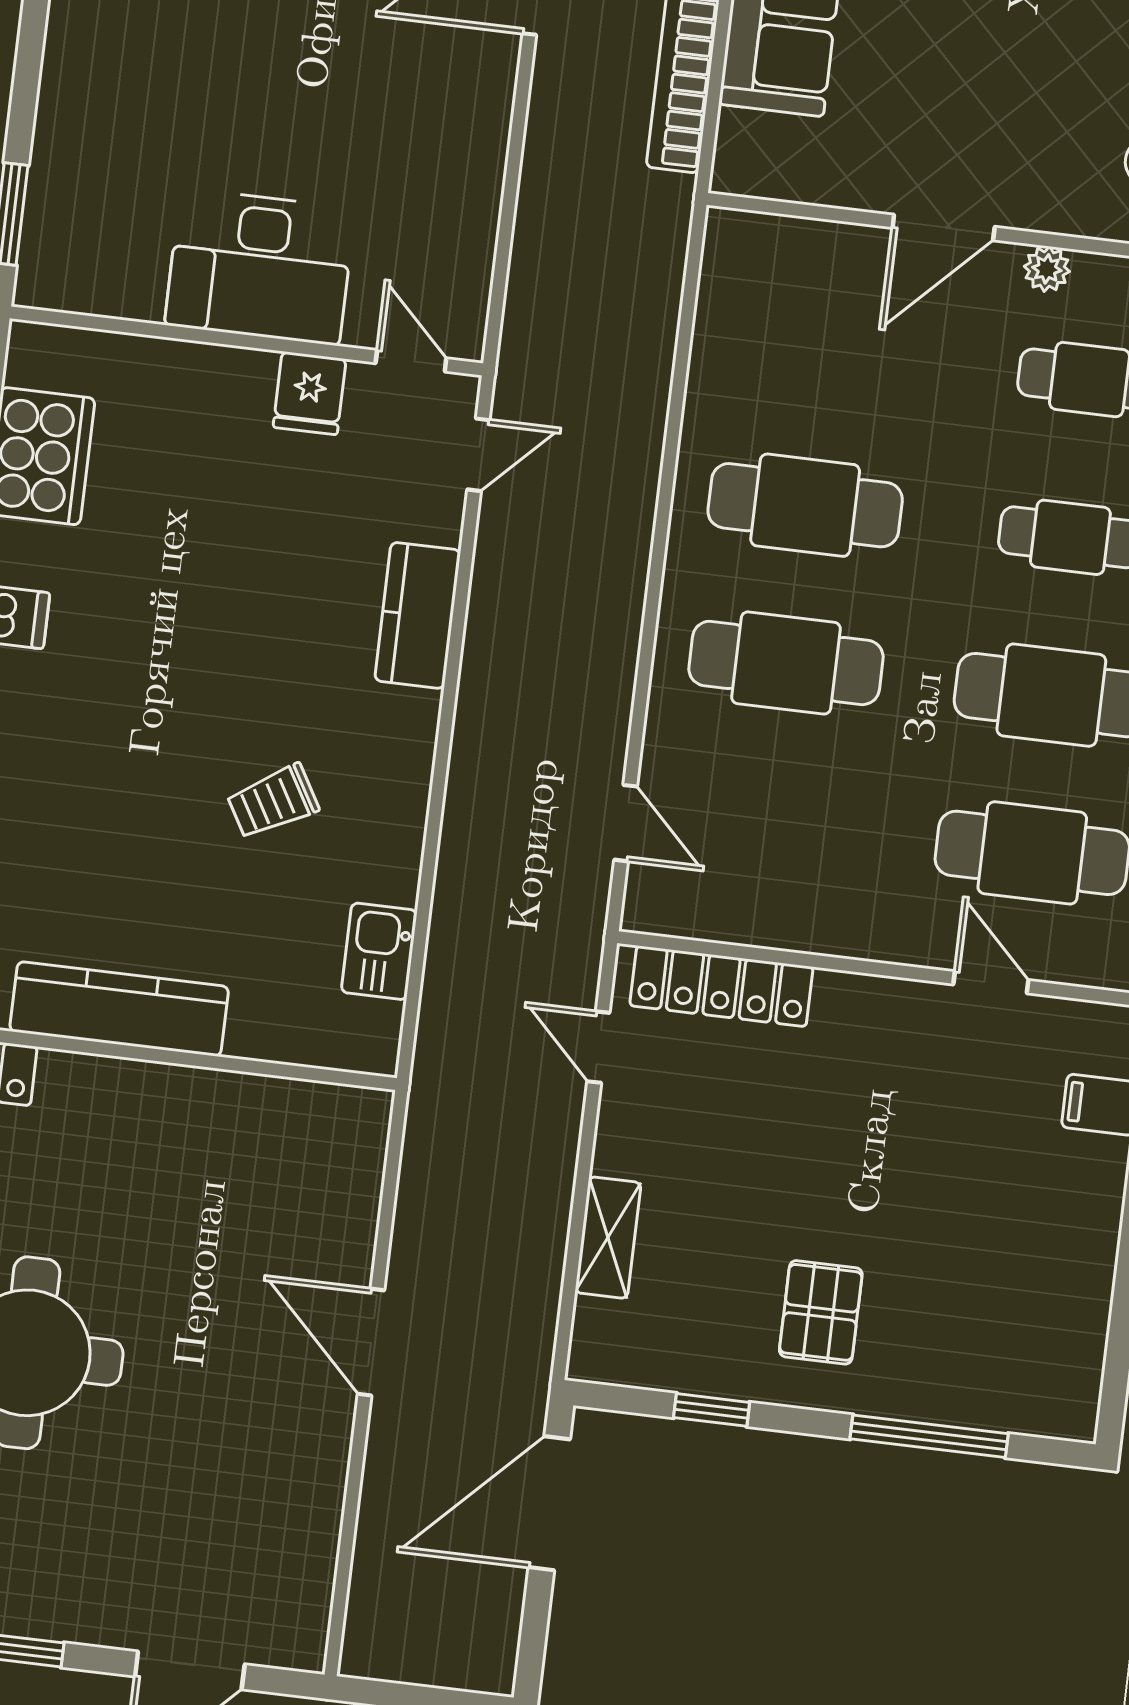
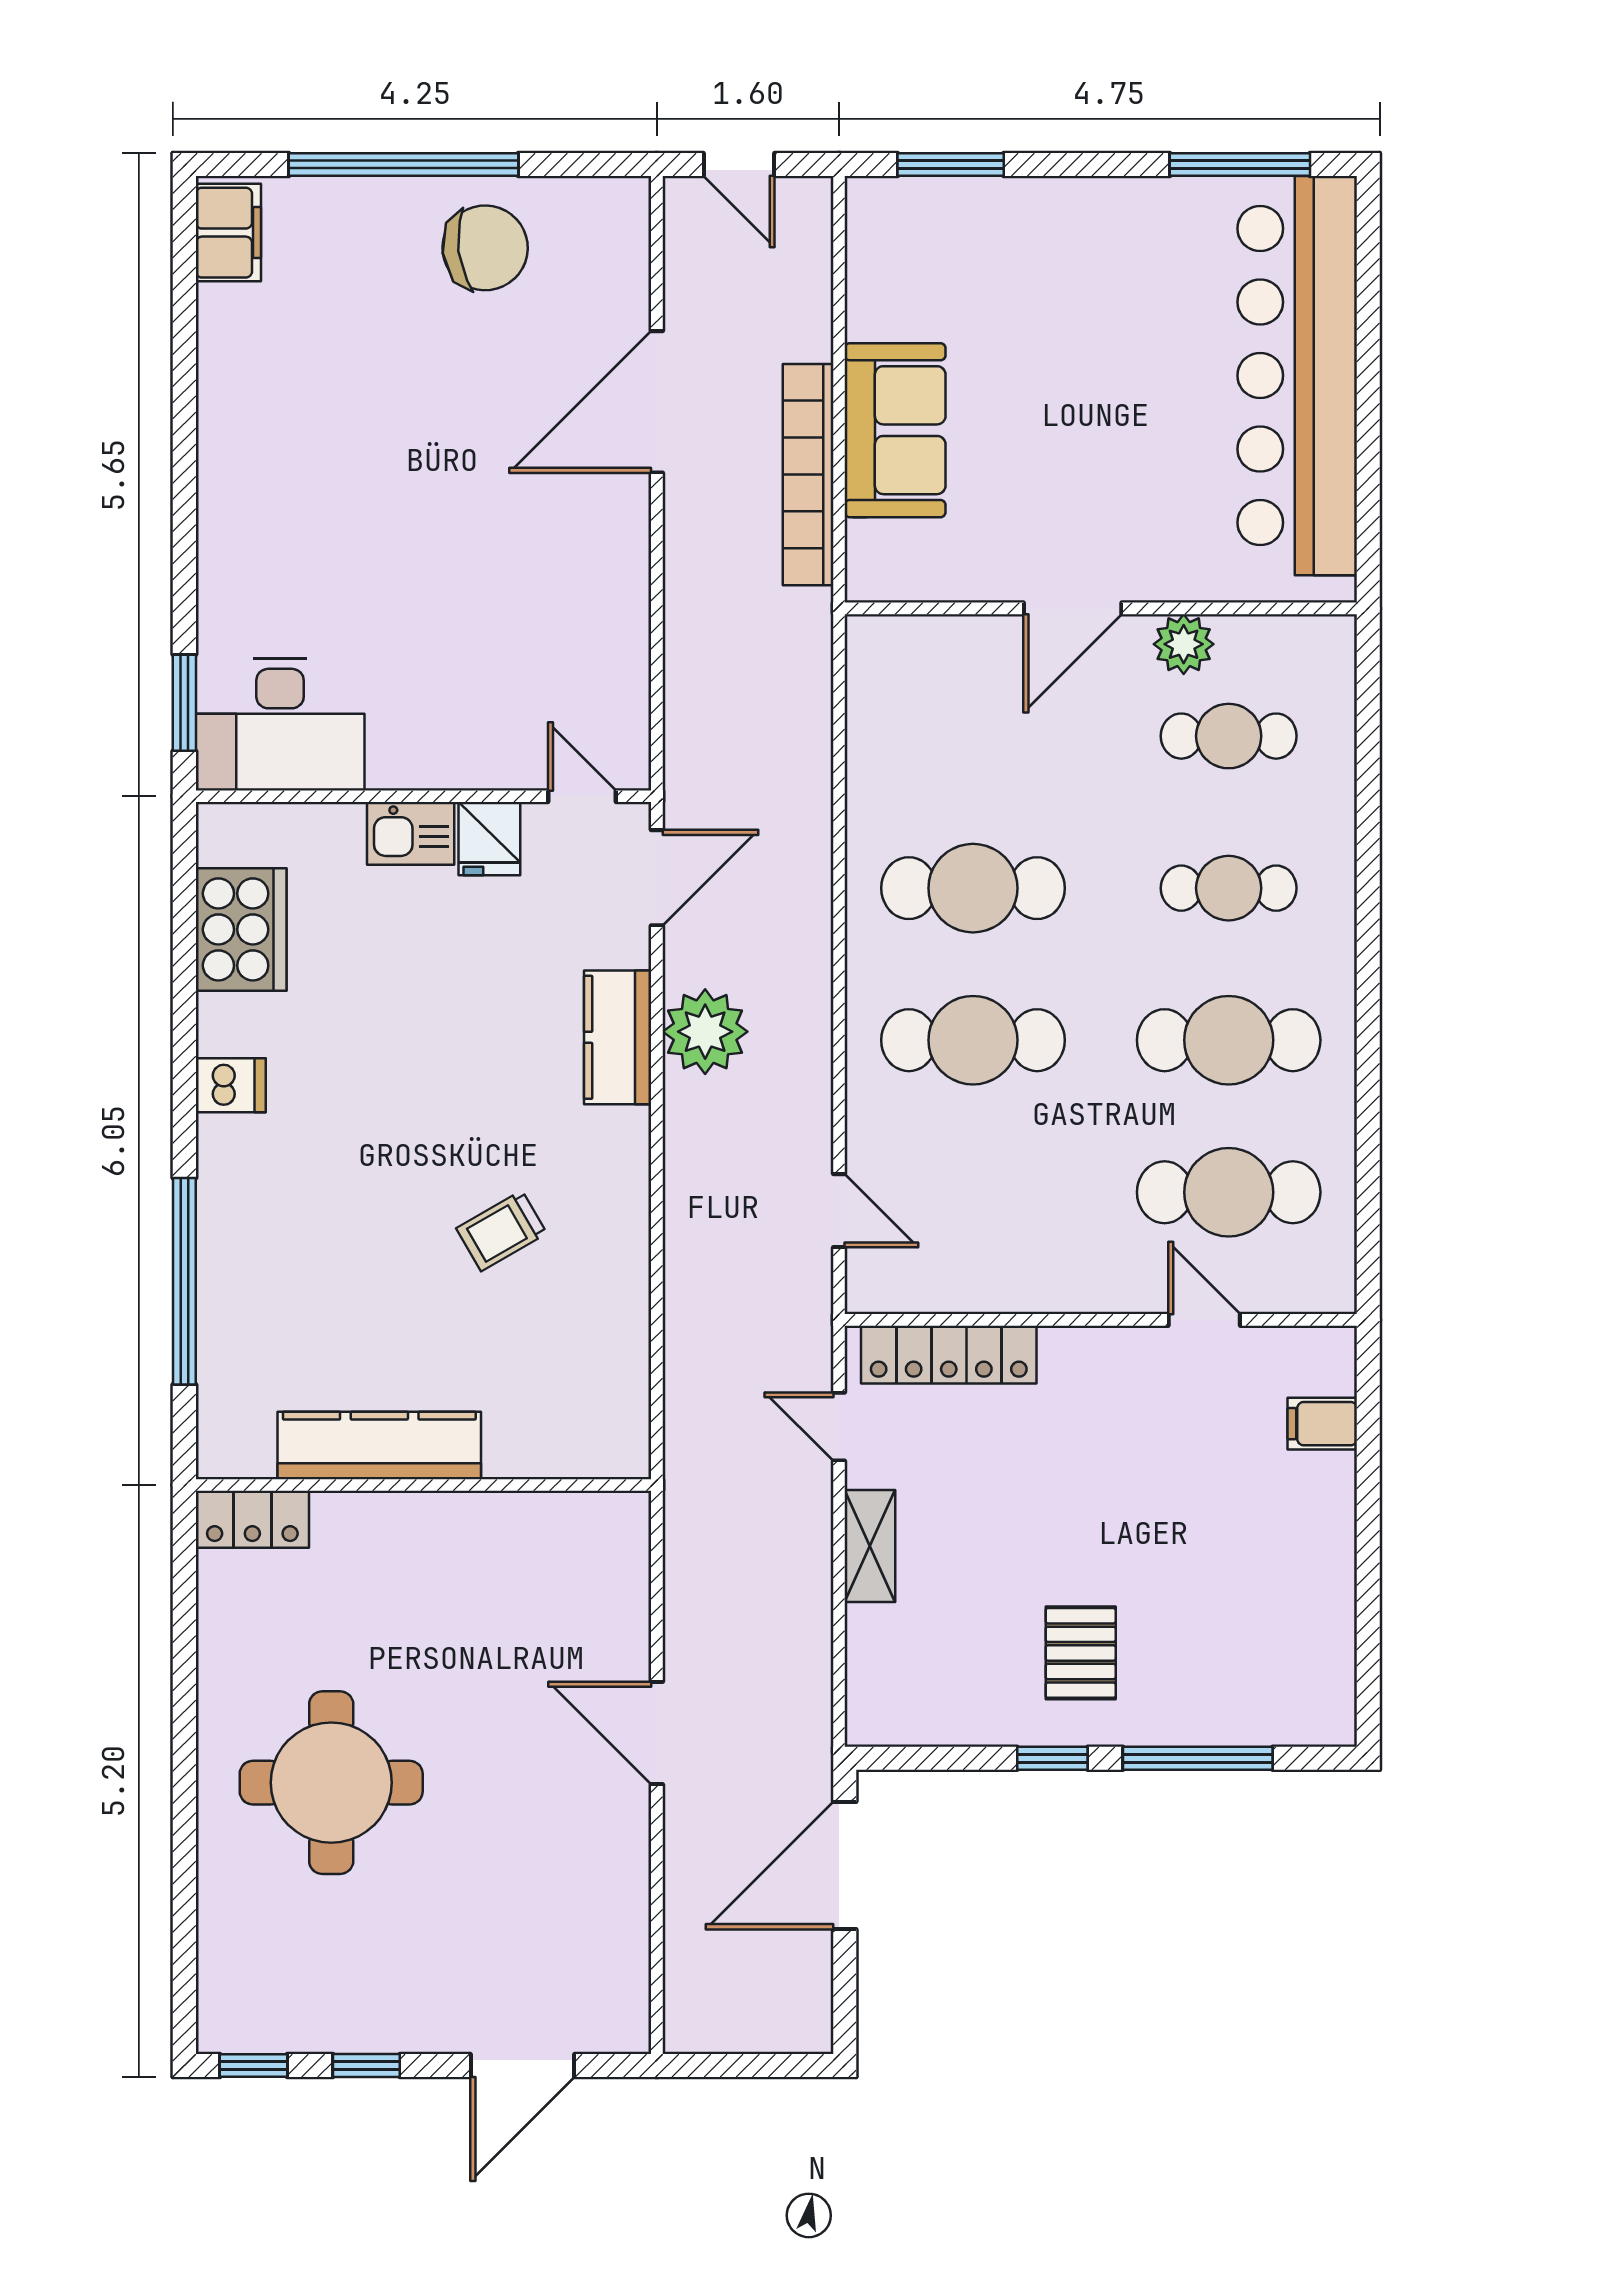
desk: (260, 267) -> (280, 724), moved
plant: (1047, 269) -> (1184, 644), width x1.38, depth x1.38
door: (478, 455) -> (657, 878), width x1.38
plant: (509, 620) -> (705, 1032), added
kitchen sink: (379, 951) -> (411, 833), moved, turned -90
shelving: (608, 1238) -> (870, 1546), moved
window: (712, 1410) -> (1052, 1758), moved

